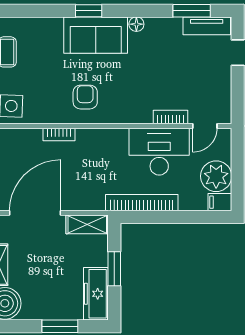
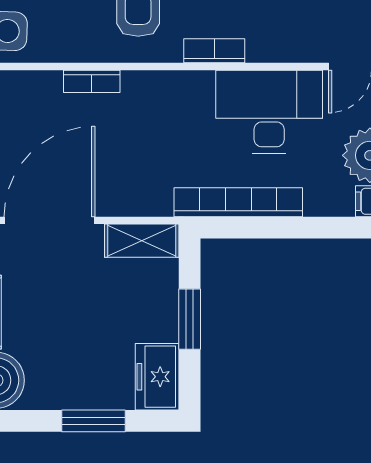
bookcase: (171, 117) -> (214, 51), moved
freezer: (96, 294) -> (157, 377), width x0.71

